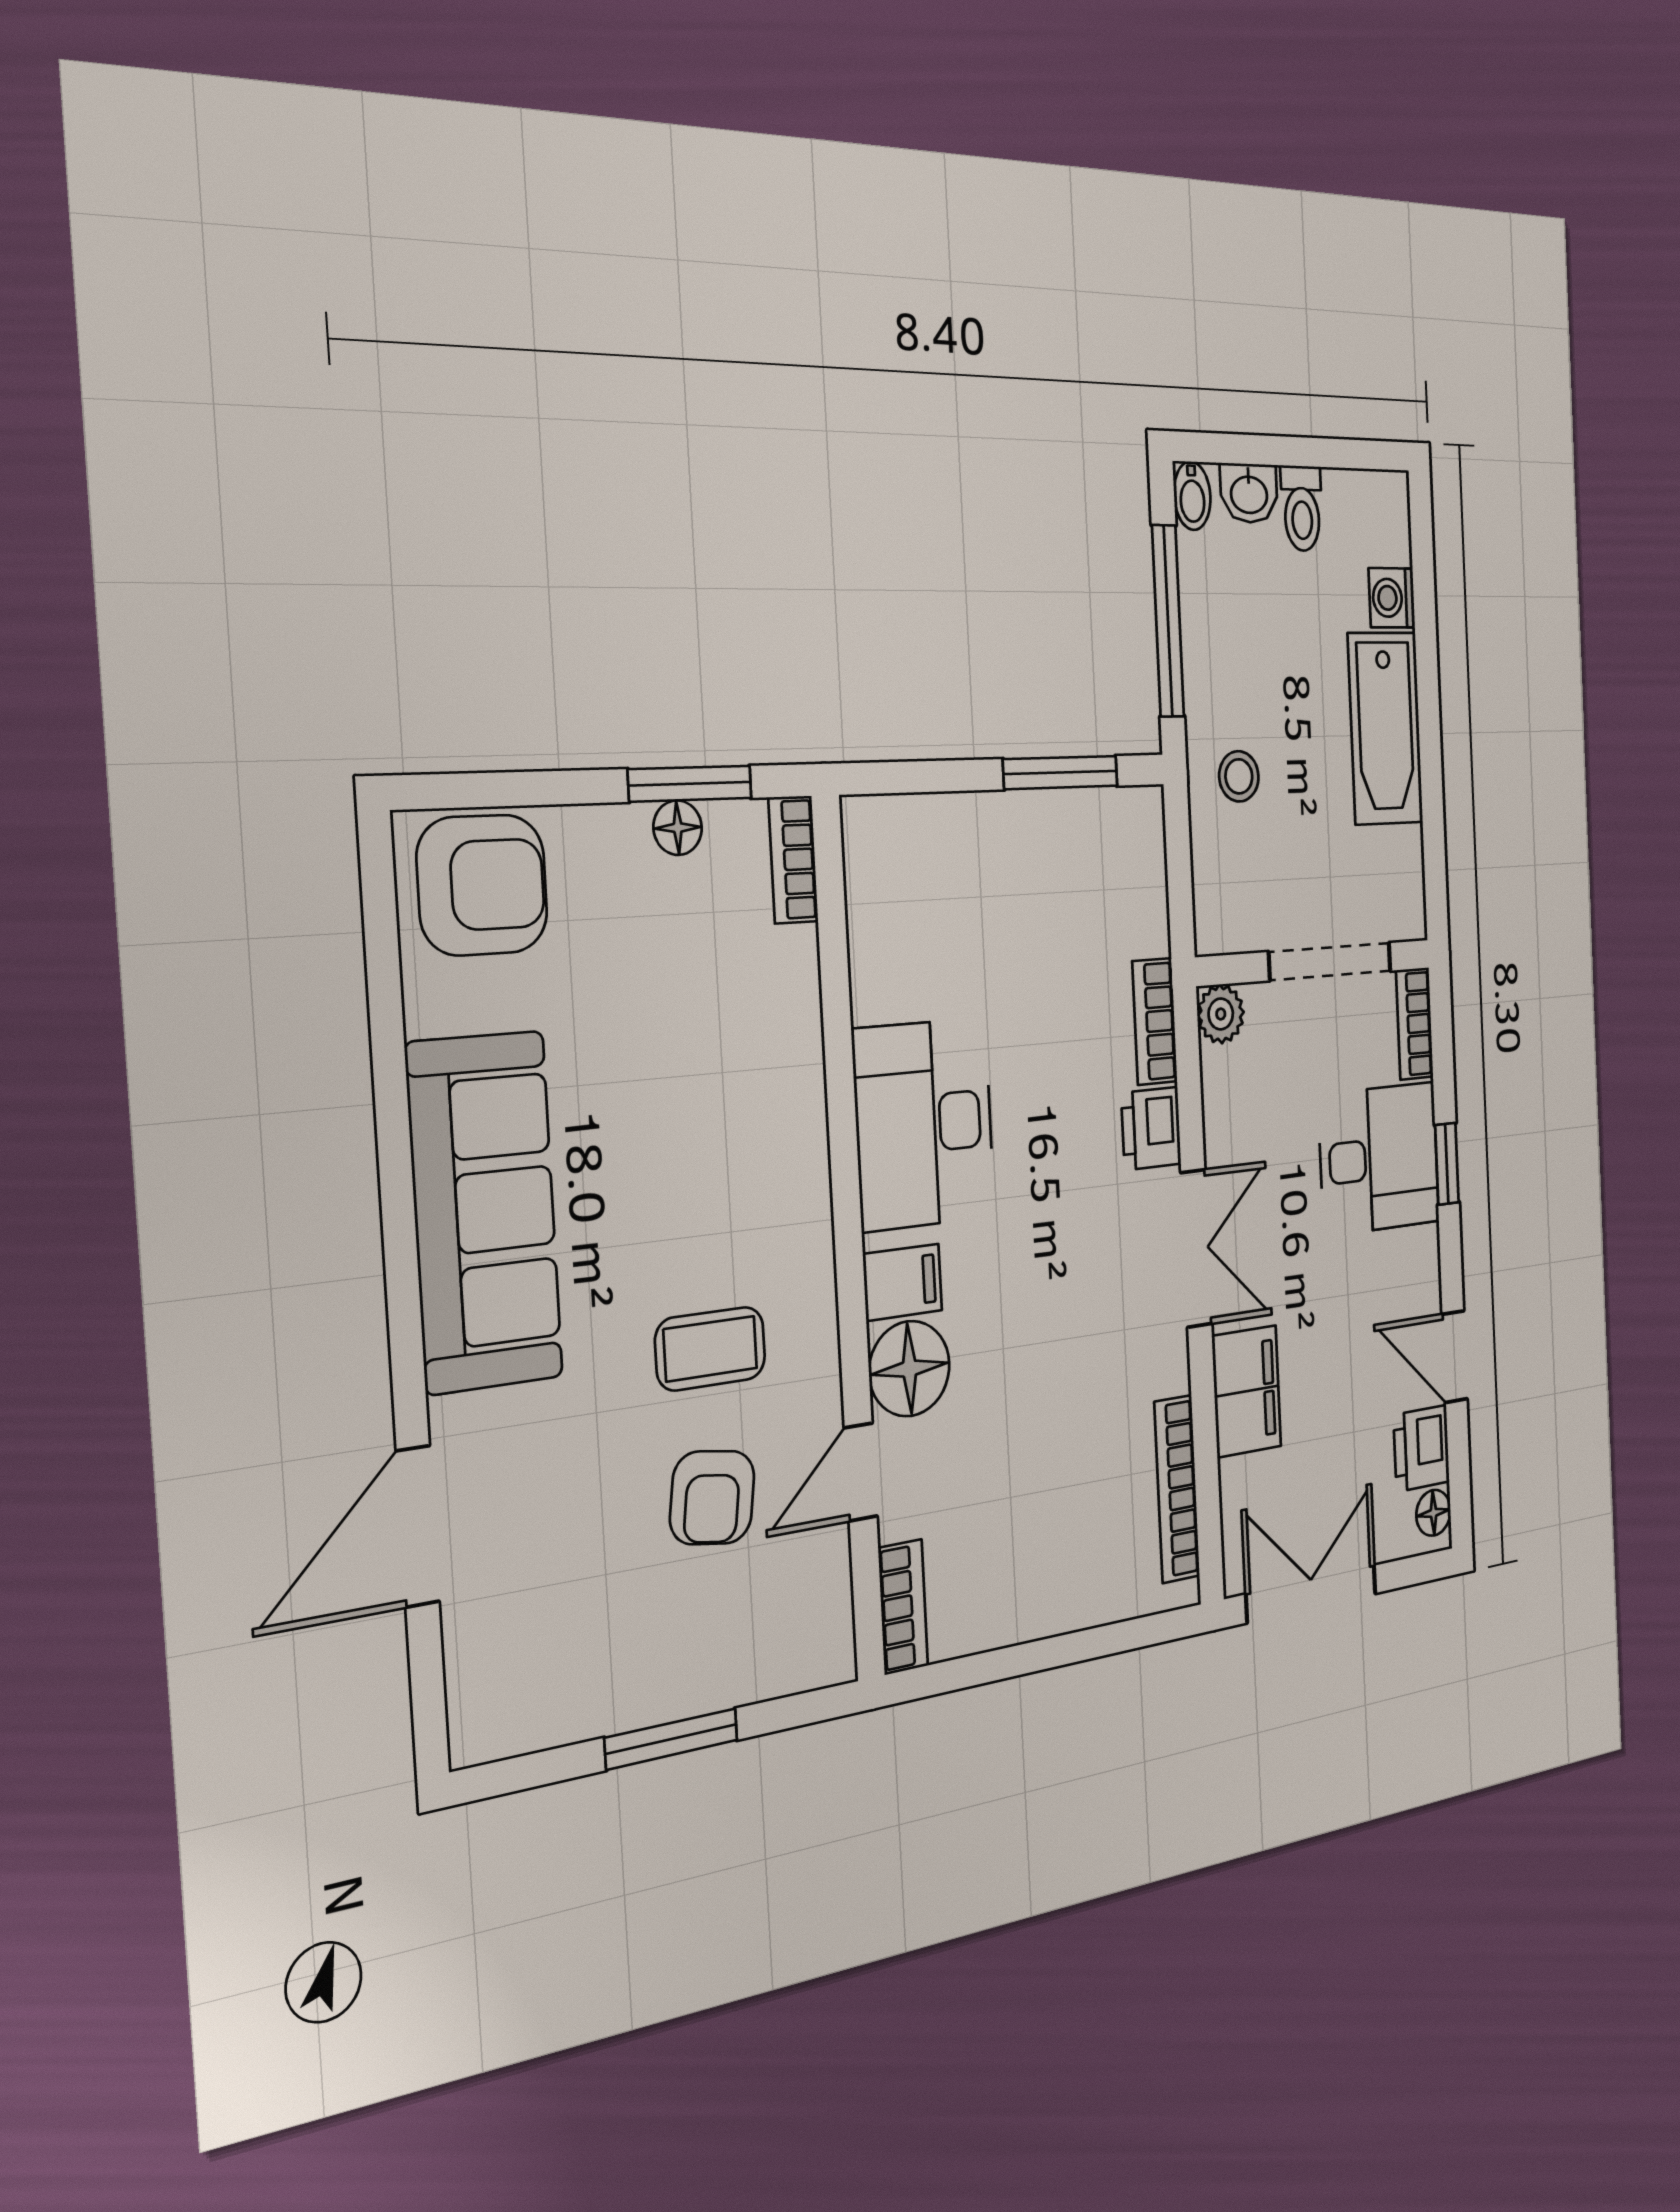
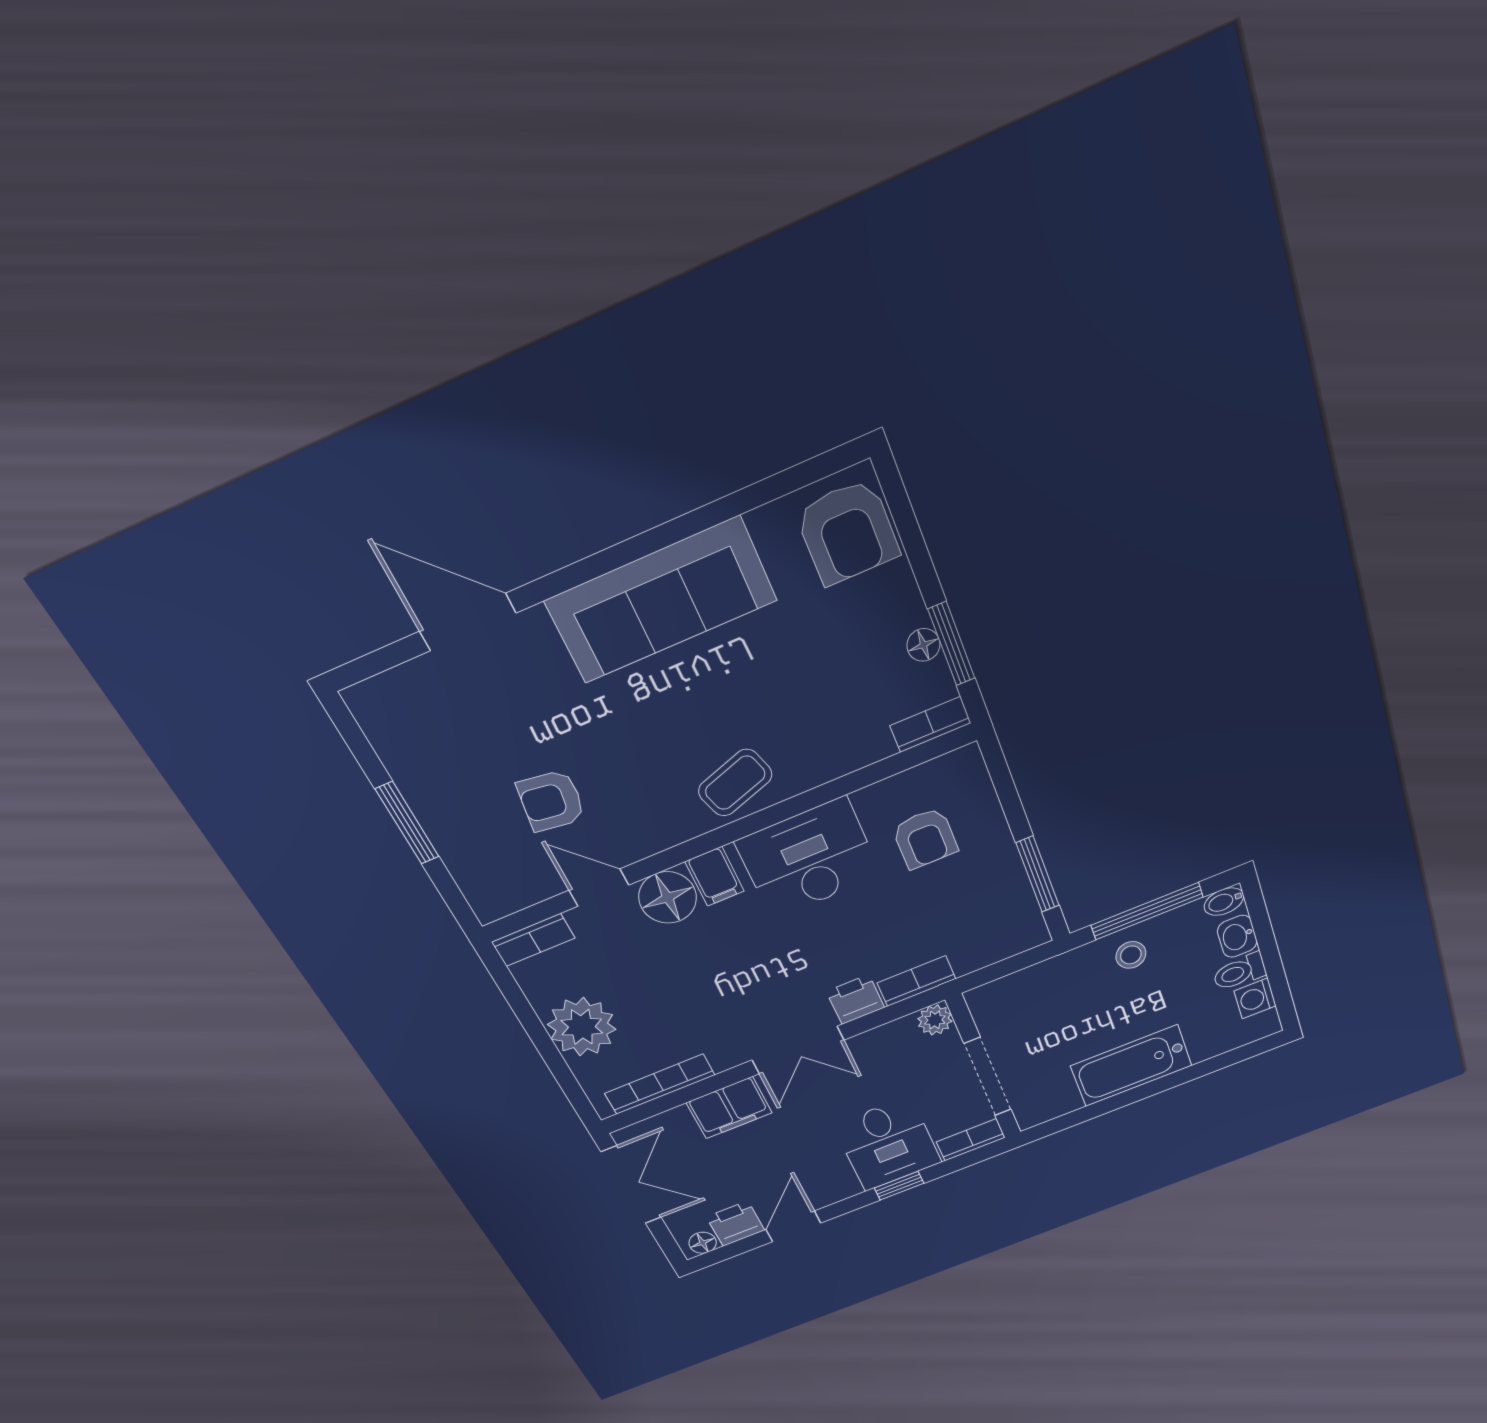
washing machine: (1392, 598) -> (1255, 998), moved, turned -90
stool: (1239, 776) -> (1131, 955), moved
armchair: (953, 930) -> (925, 838), added
coffee table: (710, 1349) -> (735, 783), moved, turned 72
plant: (1054, 1580) -> (582, 1027), added

